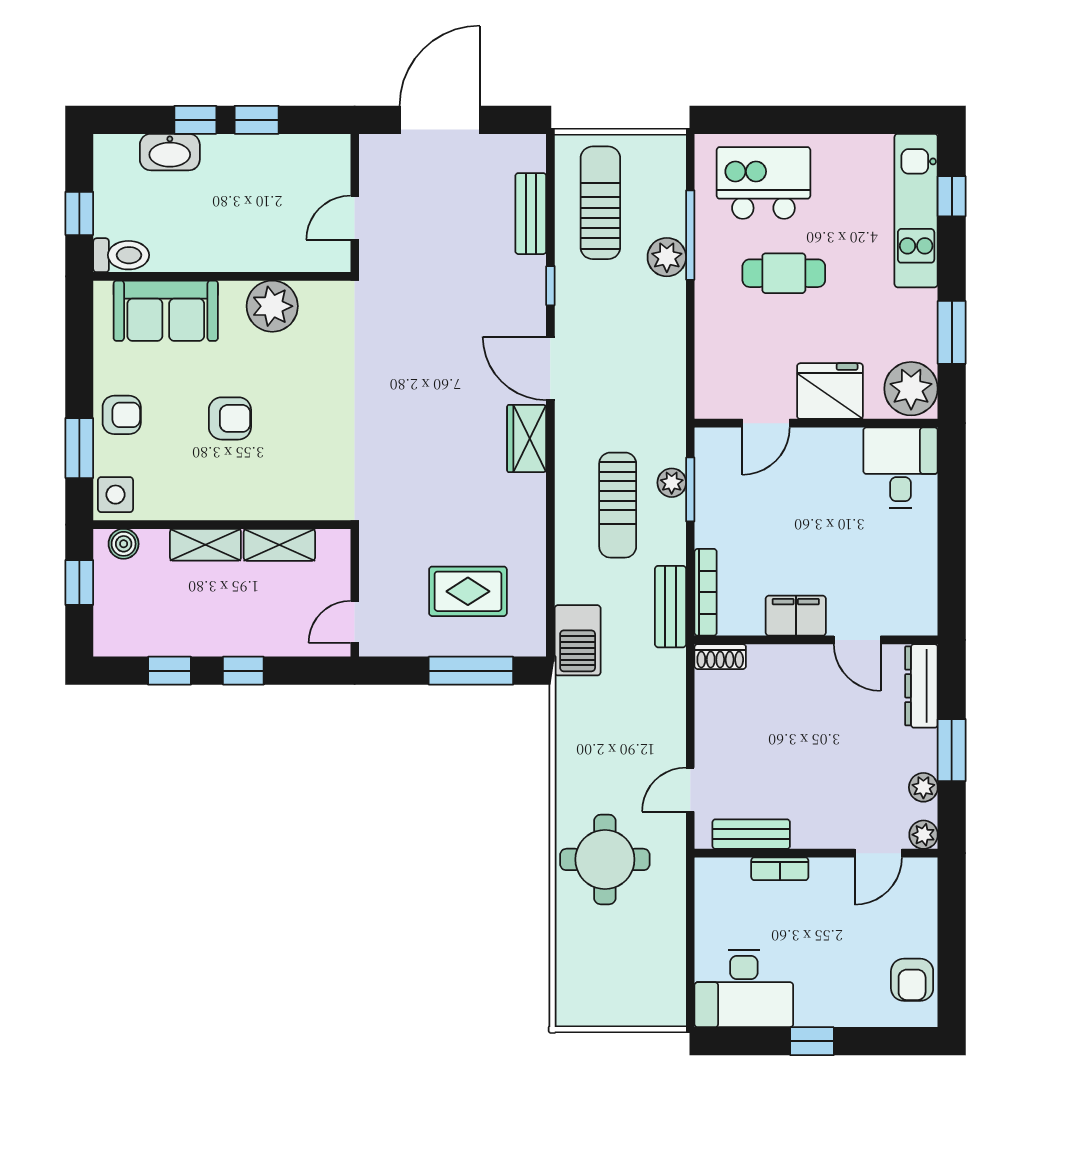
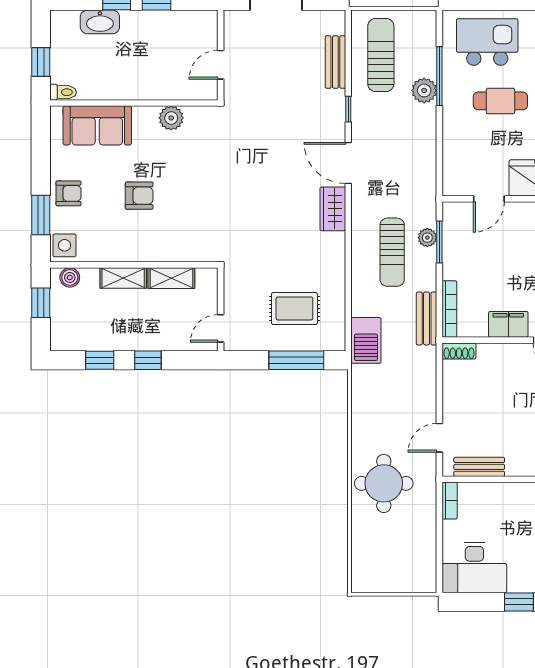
toilet: (121, 255) -> (63, 92), width x0.73, depth x0.72
plant: (272, 306) -> (171, 118), width x0.73, depth x0.73
bookcase: (780, 869) -> (450, 501), moved, turned -90

